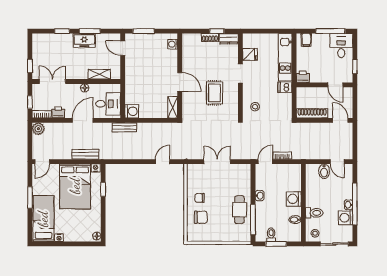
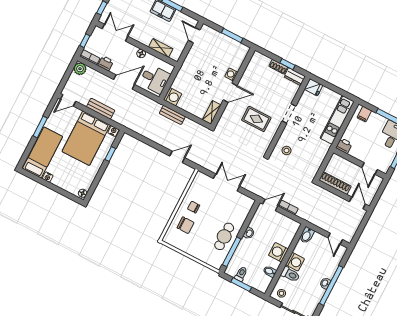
window: (144, 31) -> (232, 35), moved
washing machine: (173, 44) -> (231, 74), moved
fridge: (250, 54) -> (314, 87), moved
door: (180, 82) -> (230, 93), hinge flipped
dishwasher: (285, 87) -> (323, 147), removed
rug: (214, 93) -> (256, 119), turned 90
bench: (124, 127) -> (172, 115), moved
bench: (85, 154) -> (101, 109), moved
bidet: (324, 171) -> (307, 235), moved
washing machine: (346, 218) -> (295, 262), moved, turned 180

